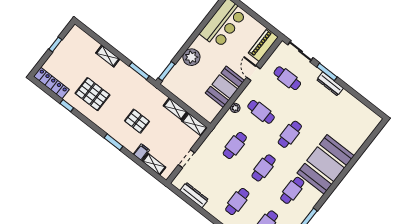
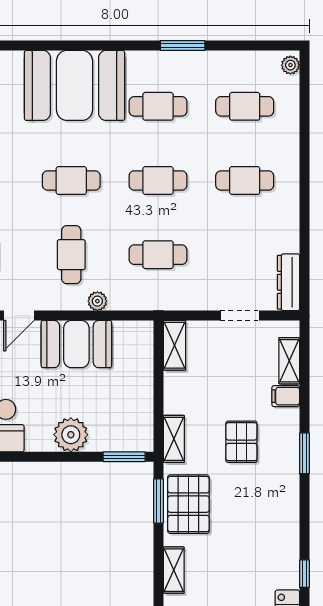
pallet: (93, 94) -> (188, 504), moved
shelving: (175, 109) -> (174, 439), moved
dresser: (194, 195) -> (288, 282), moved

